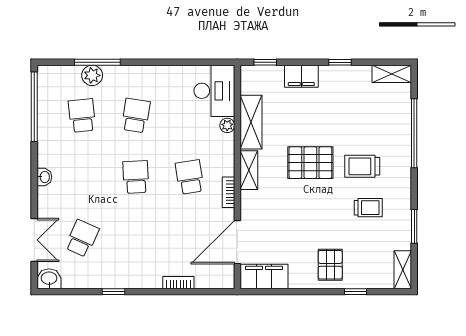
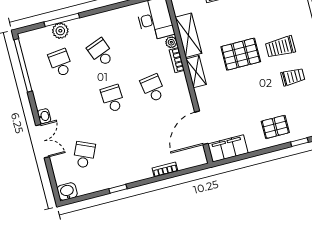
school desk: (136, 116) -> (101, 53), turned -30
bookcase: (228, 192) -> (177, 60), moved
double door: (34, 240) -> (42, 141), moved
pallet: (330, 265) -> (275, 127), turned 90

